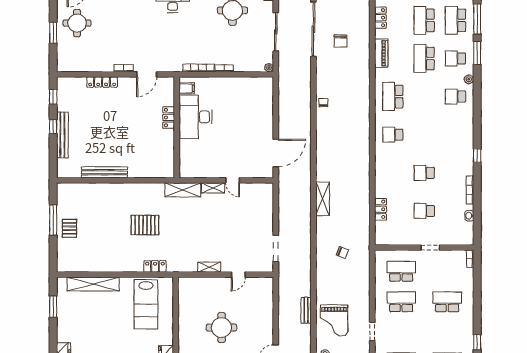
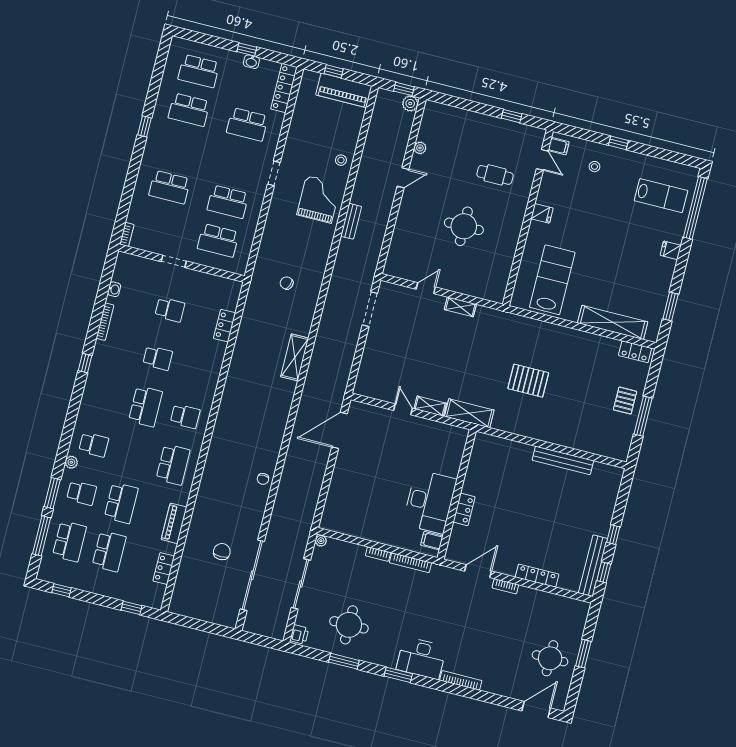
bench: (62, 135) -> (593, 566), moved
school desk: (424, 135) -> (146, 406), added
locker: (155, 266) -> (635, 352), moved

